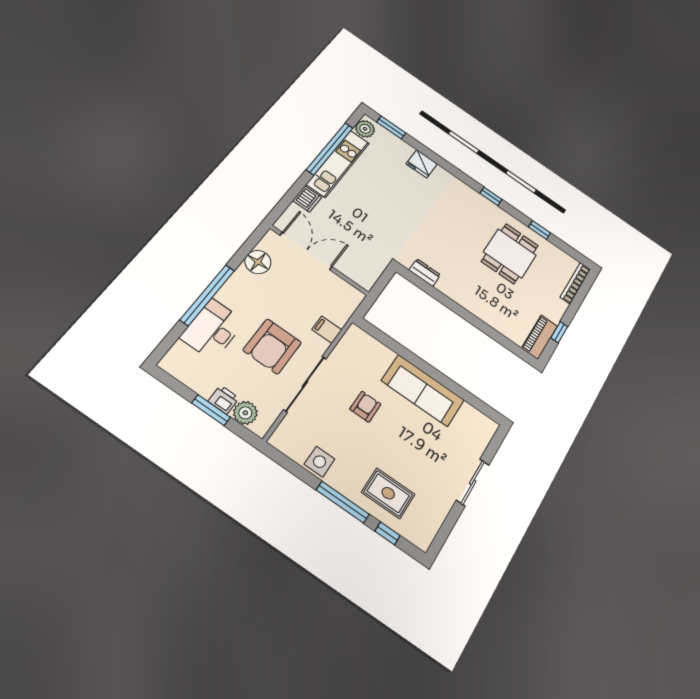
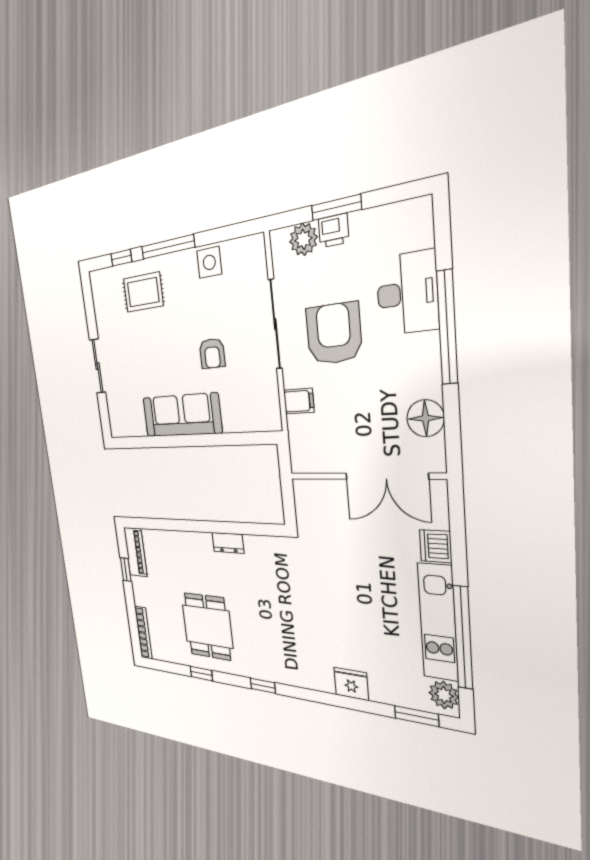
dresser: (425, 272) -> (228, 543), moved

